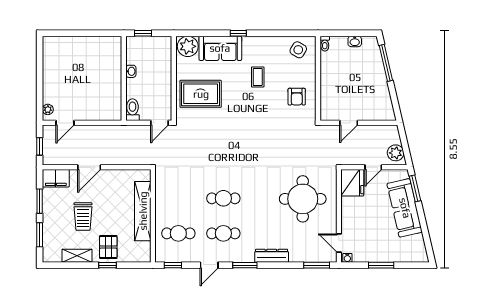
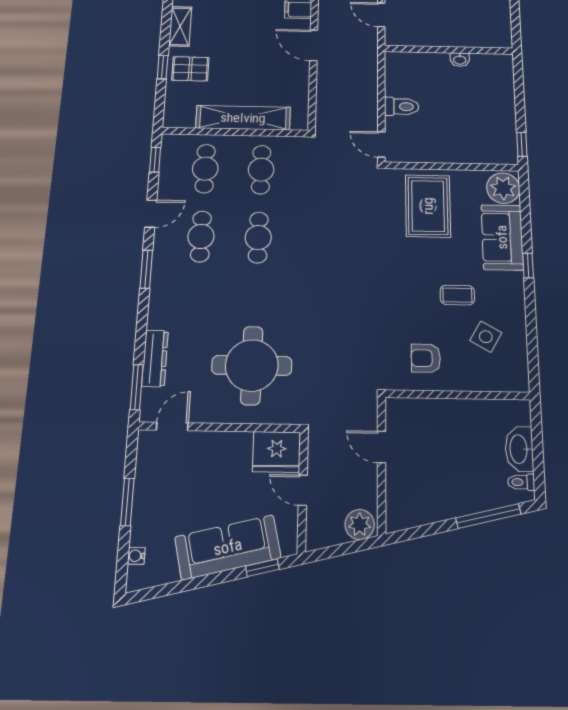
window: (143, 33) -> (522, 144), moved
washbasin: (355, 41) -> (519, 449), width x1.91, depth x1.45
toilet: (325, 44) -> (521, 482), moved
side table: (298, 50) -> (486, 337), moved
washbasin: (131, 71) -> (460, 60), moved
wall: (124, 78) -> (449, 50), moved
plant: (396, 153) -> (360, 524), moved
window: (415, 188) -> (262, 568), width x0.67
cafe table: (178, 198) -> (261, 170), added
trolley: (83, 217) -> (239, 36), removed
dresser: (272, 256) -> (155, 358), moved
water cooler: (347, 258) -> (136, 556), moved
door: (209, 265) -> (151, 214), swing flipped

